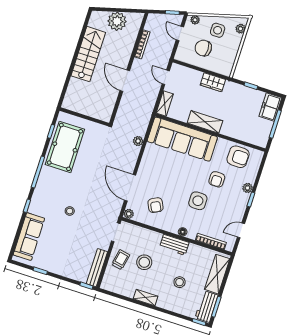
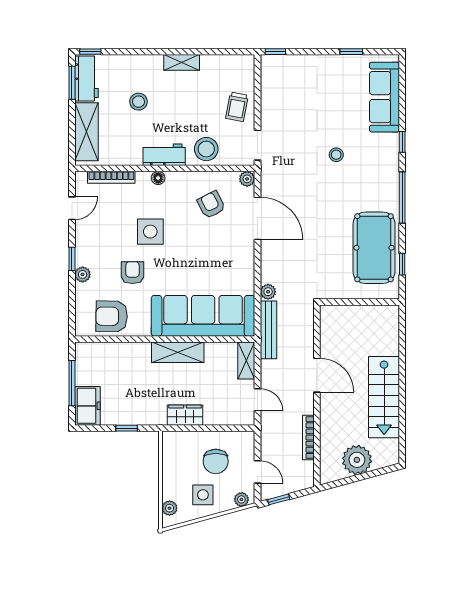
chair: (203, 48) -> (216, 461), turned 90
stool: (144, 262) -> (206, 149), moved
bench: (97, 268) -> (268, 330), moved

